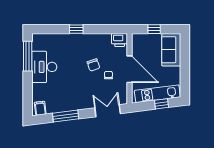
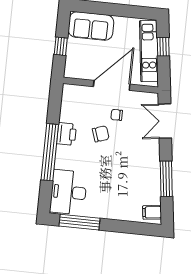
window: (76, 29) -> (50, 152), width x3.17
printer: (120, 40) -> (66, 134), moved
desk: (44, 67) -> (69, 192), moved, turned 90

